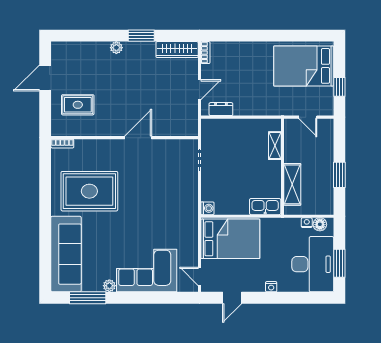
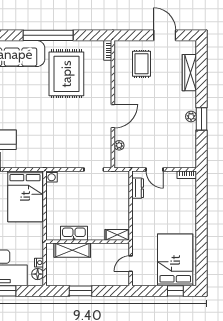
plant: (116, 48) -> (191, 117), moved
wardrobe: (177, 50) -> (189, 73), moved
window: (339, 87) -> (175, 291), moved
plant: (172, 130) -> (119, 145), added
door: (138, 138) -> (113, 116), hinge flipped
shelving: (275, 146) -> (117, 235), moved
kitchen sink: (265, 207) -> (74, 233), moved, turned -90
window: (45, 212) -> (48, 35), added

